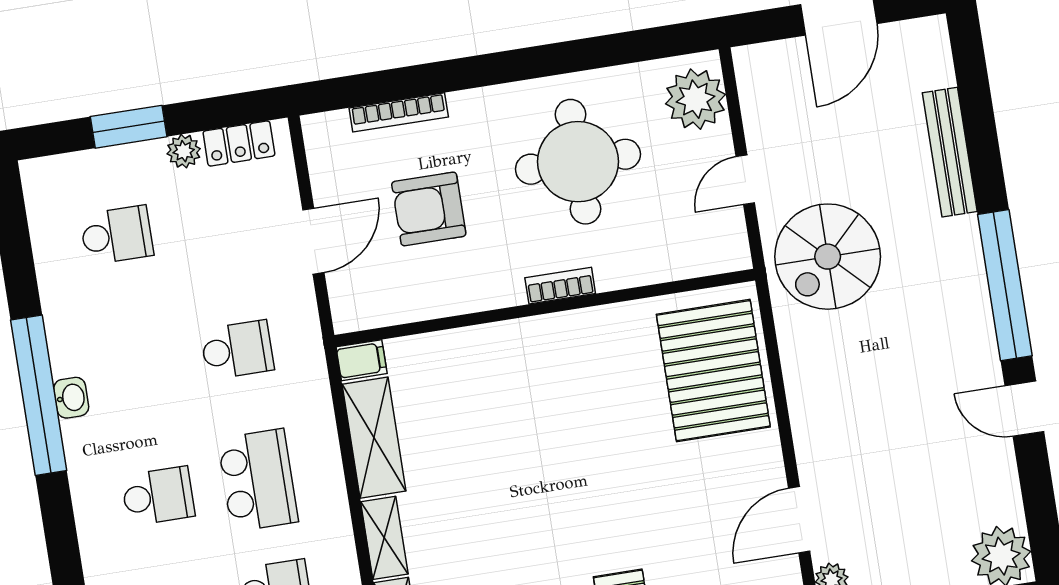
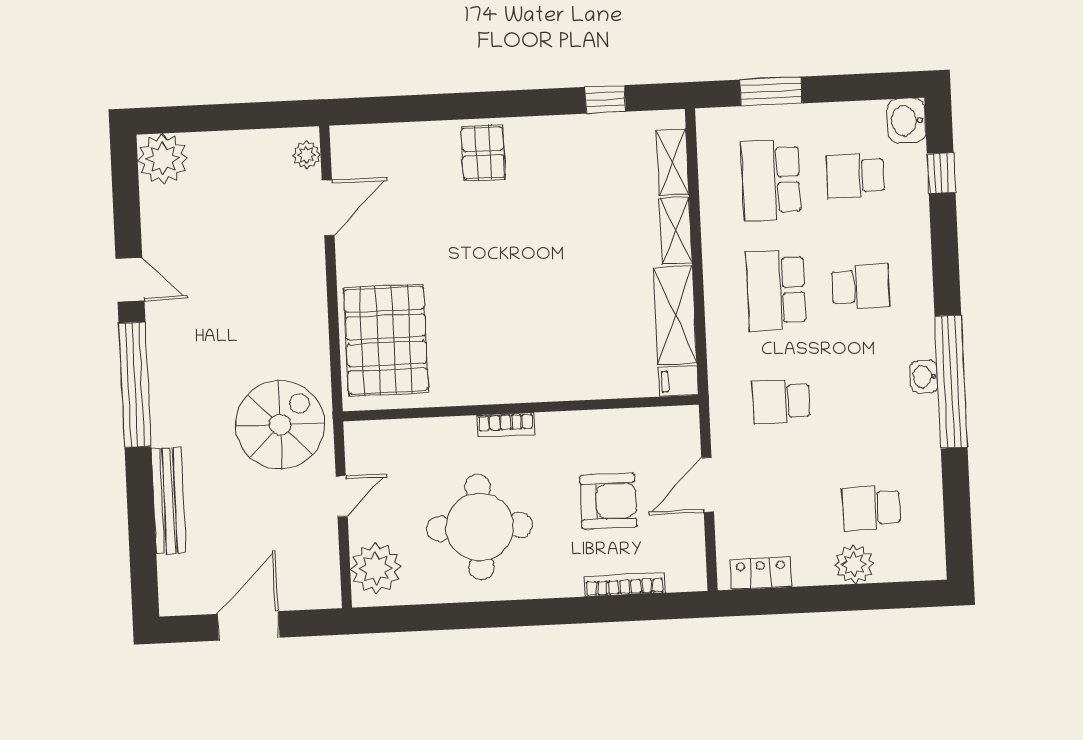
window: (129, 127) -> (851, 597), removed
plant: (184, 151) -> (854, 564), moved, width x1.38, depth x1.38
school desk: (158, 496) -> (861, 287), turned 180

